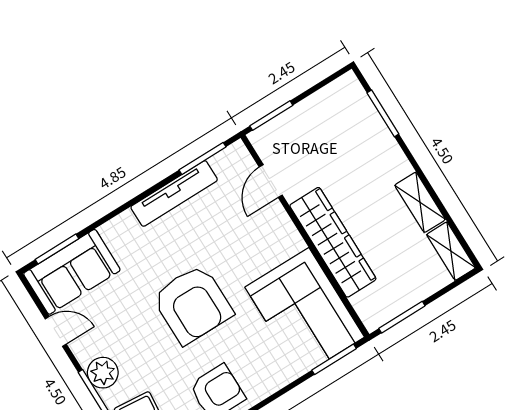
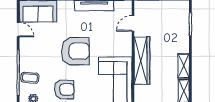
armchair: (193, 304) -> (75, 51), turned -90
plant: (103, 373) -> (26, 56), removed

